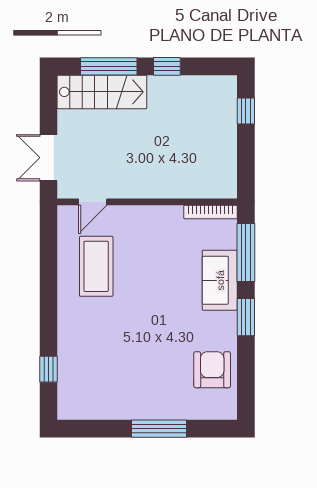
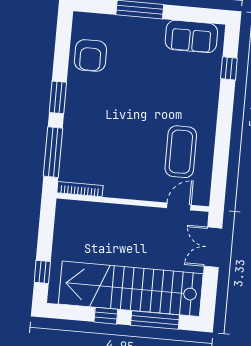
stairs: (102, 92) -> (131, 289), width x1.86, depth x1.51
double door: (48, 158) -> (213, 247), swing flipped
sofa: (220, 280) -> (191, 36), moved, turned 90

